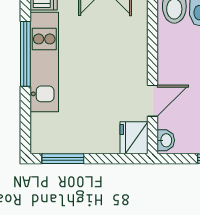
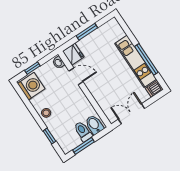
door: (153, 101) -> (76, 76), swing flipped
window: (63, 159) -> (87, 32), moved

